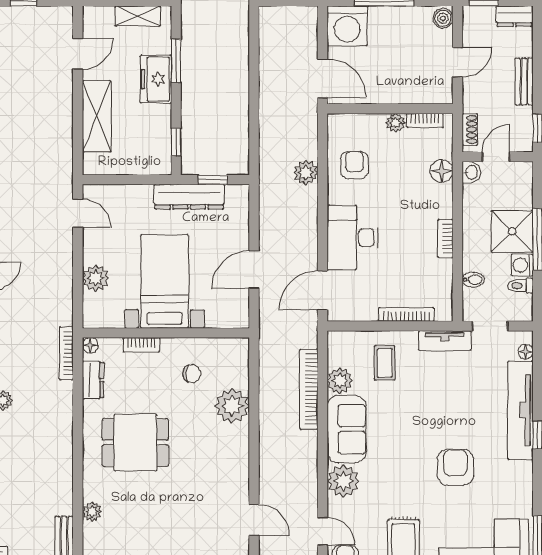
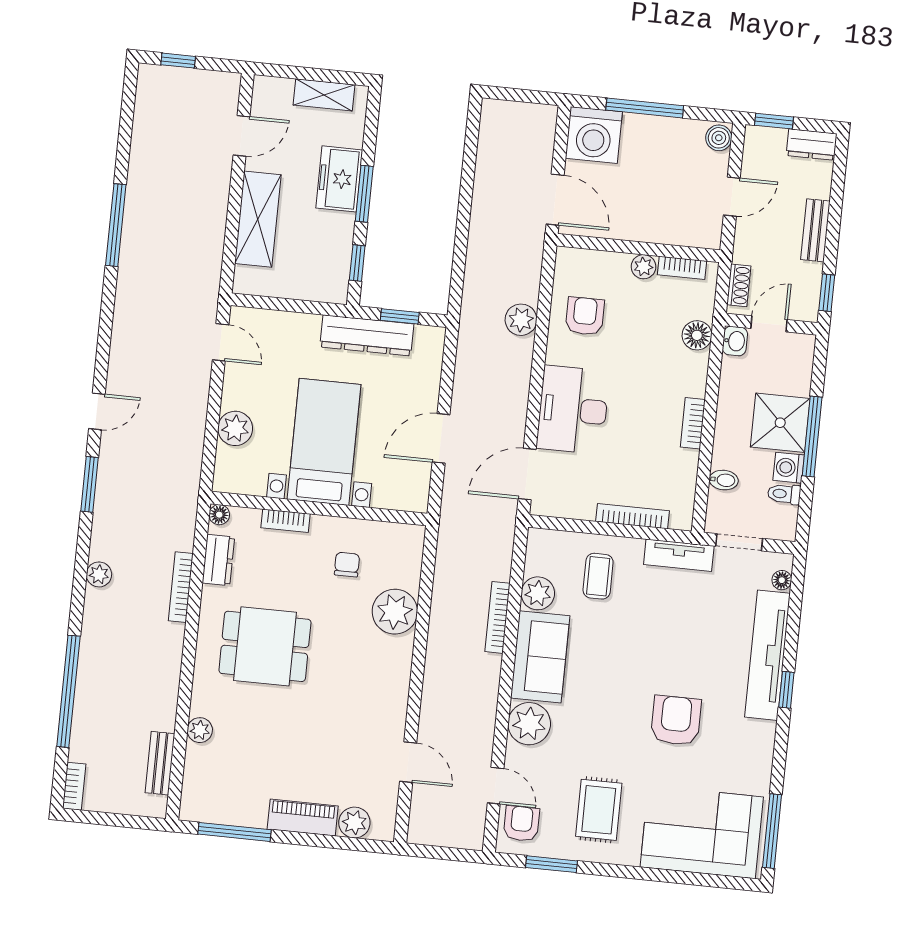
window: (176, 61) -> (364, 194), moved
bookcase: (66, 353) -> (181, 587), moved
chair: (192, 373) -> (347, 565), turned -90
bookcase: (309, 389) -> (498, 617), width x0.68, depth x0.76

